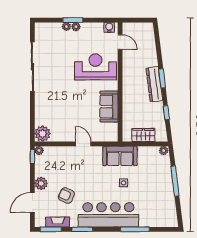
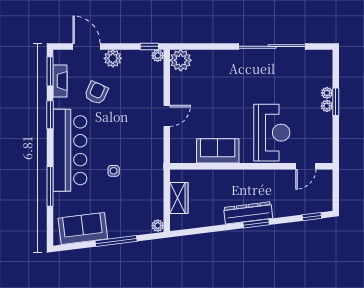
water cooler: (109, 27) -> (326, 151), removed
window: (166, 113) -> (312, 217), moved
sofa: (120, 156) -> (83, 229), moved, turned 83

